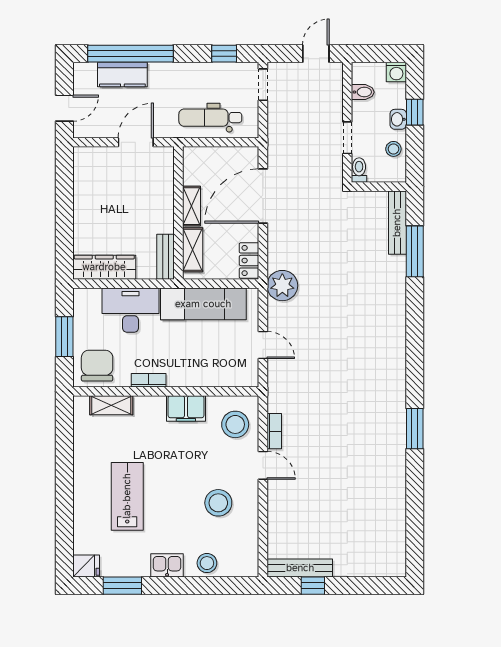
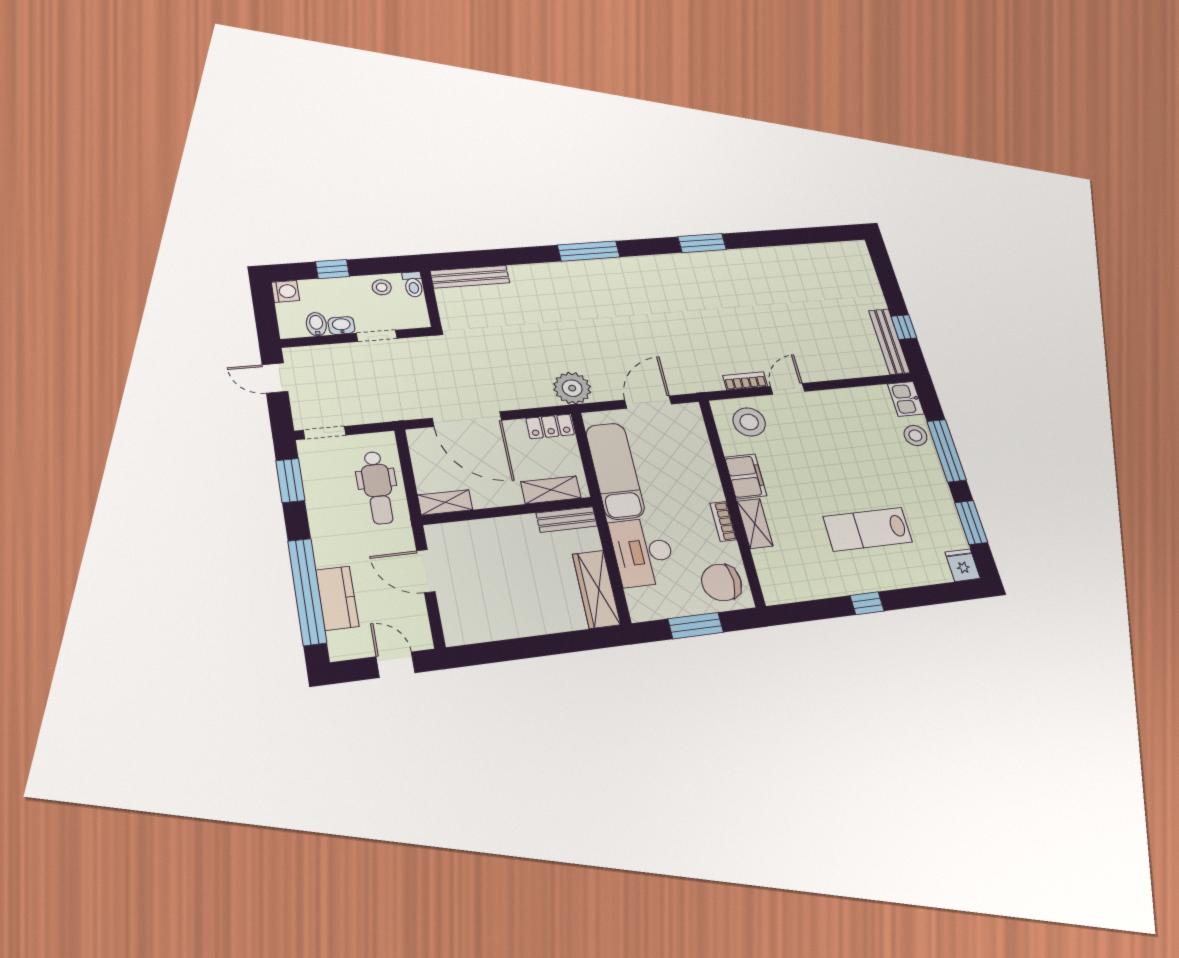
window: (224, 54) -> (290, 481), width x1.50
washbasin: (398, 119) -> (341, 325), moved, turned 180
toilet: (359, 170) -> (413, 284), moved, turned -90
shelving: (192, 206) -> (445, 502), moved
window: (415, 251) -> (589, 251), moved
door: (263, 345) -> (648, 402), width x1.38
shelving: (111, 405) -> (755, 524), moved
window: (64, 477) -> (867, 603), added
stool: (218, 503) -> (844, 431), removed
kitchen sink: (167, 565) -> (906, 399), moved
window: (190, 586) -> (946, 451), added

